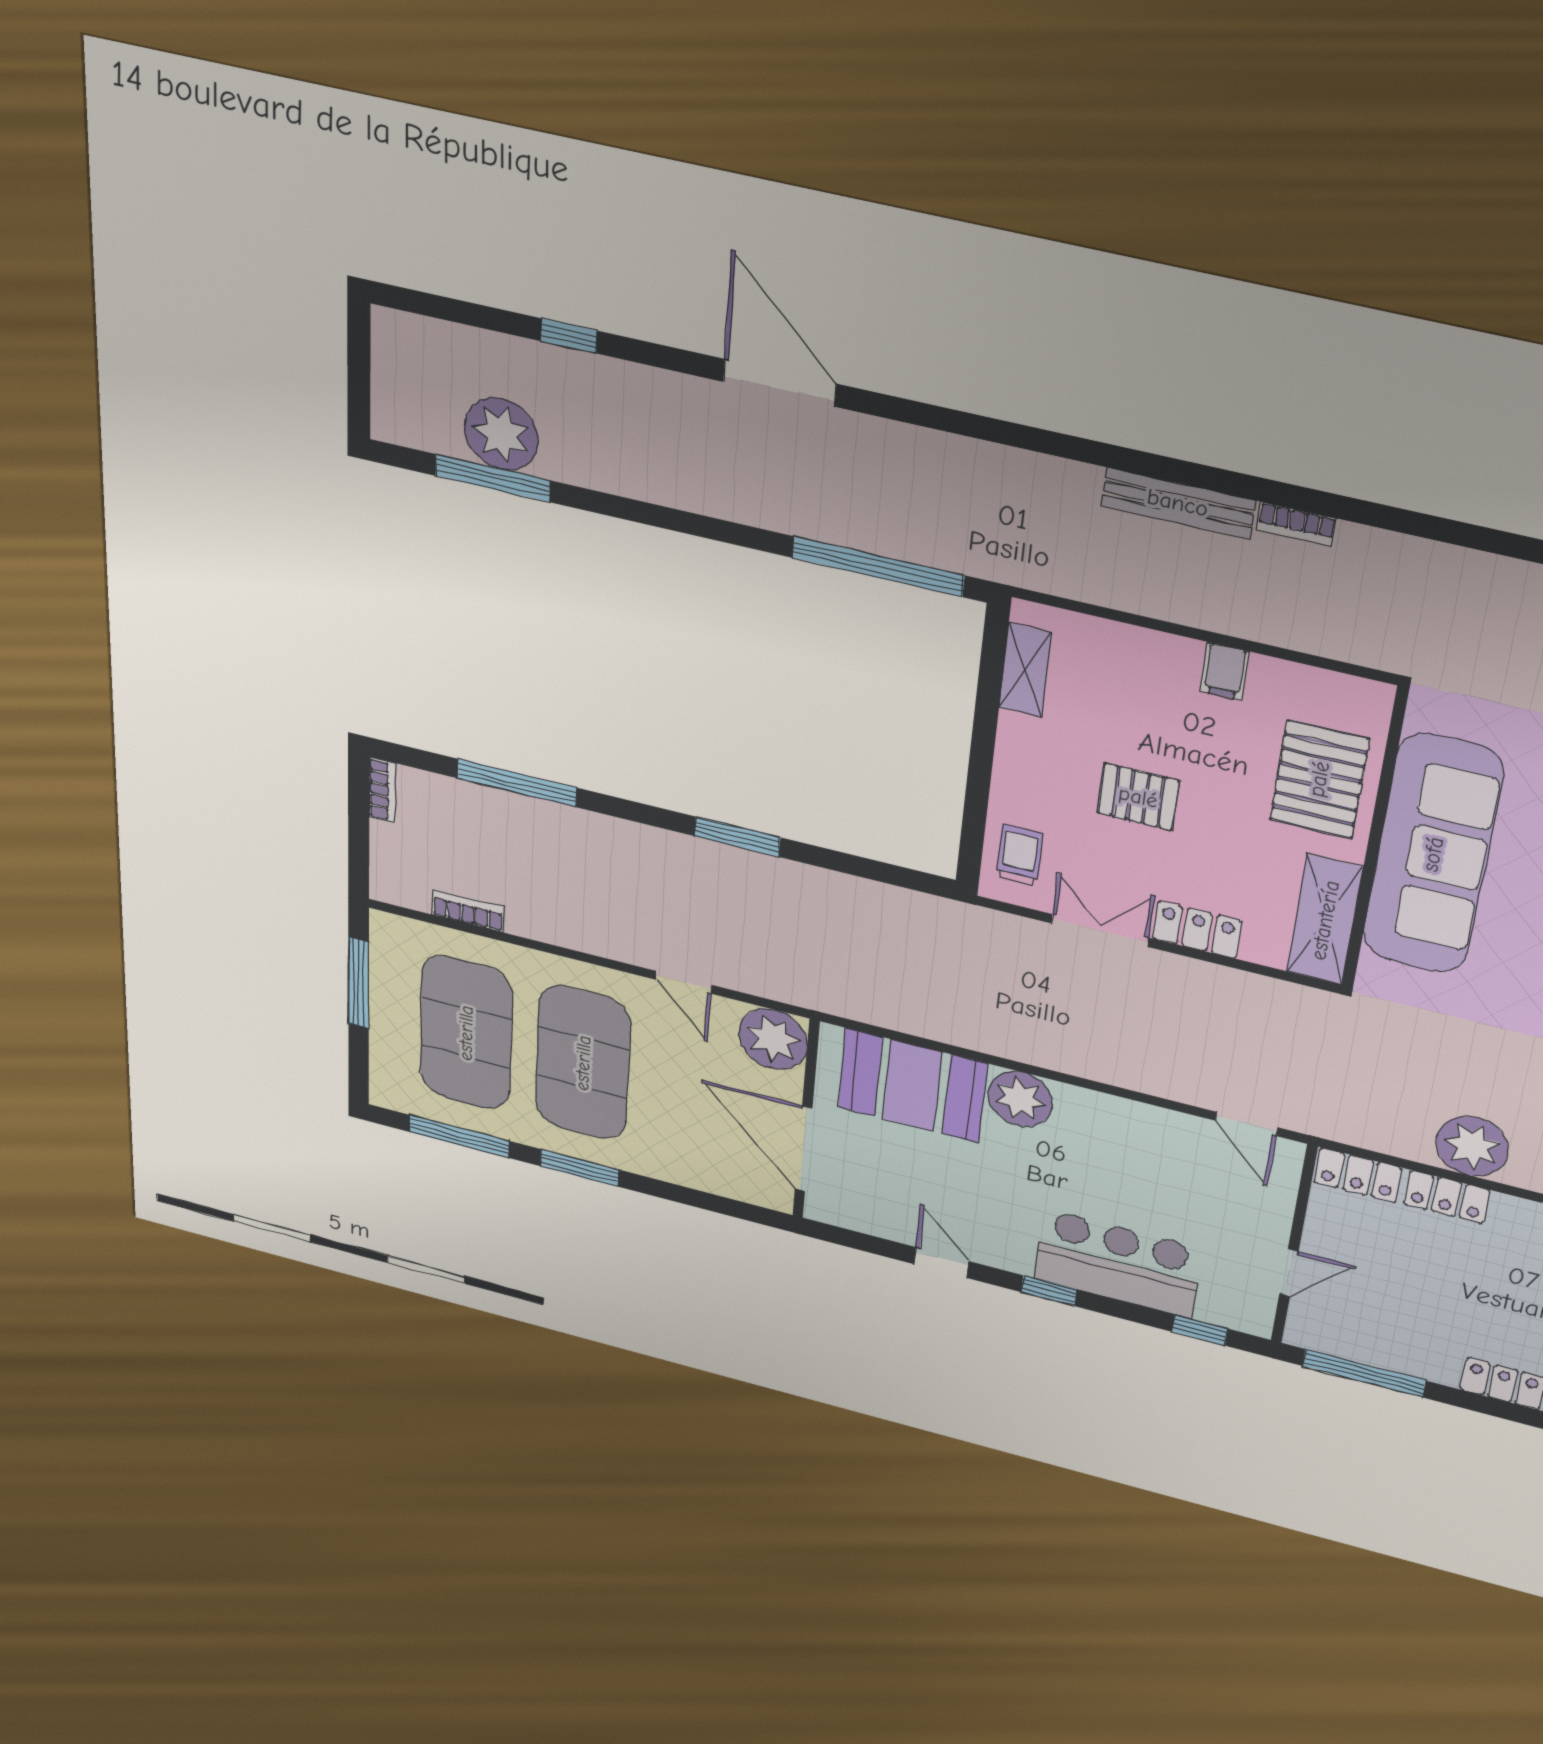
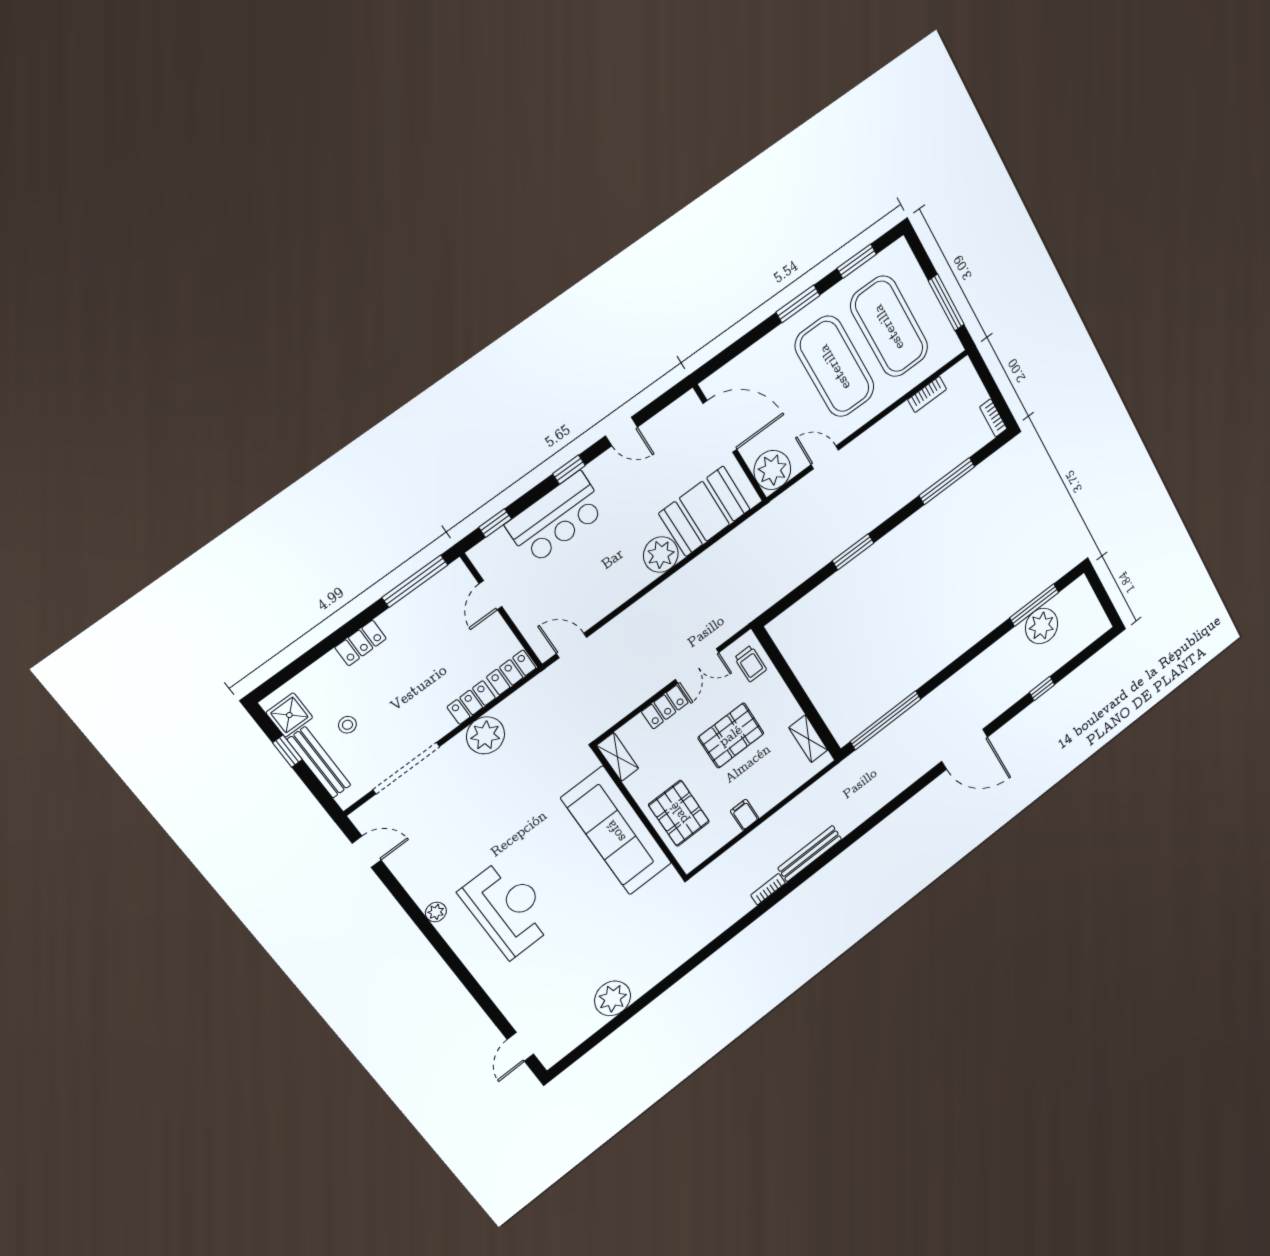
pallet: (1138, 797) -> (731, 736), width x1.50, depth x1.42
shelving: (1325, 920) -> (618, 757), width x0.67, depth x0.75
window: (459, 1136) -> (857, 261), width x0.69

